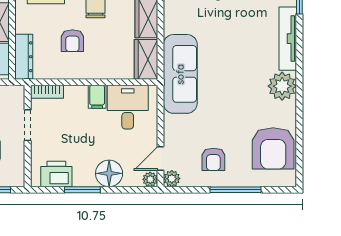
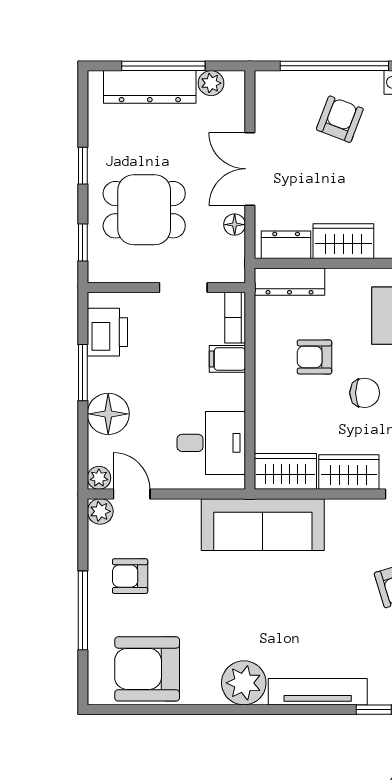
filing cabinet: (97, 97) -> (227, 359), moved

